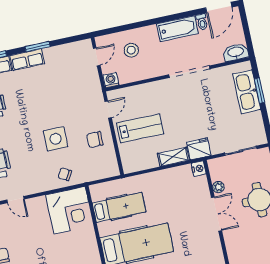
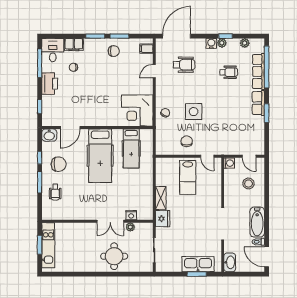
nightstand: (199, 169) -> (131, 215), moved

